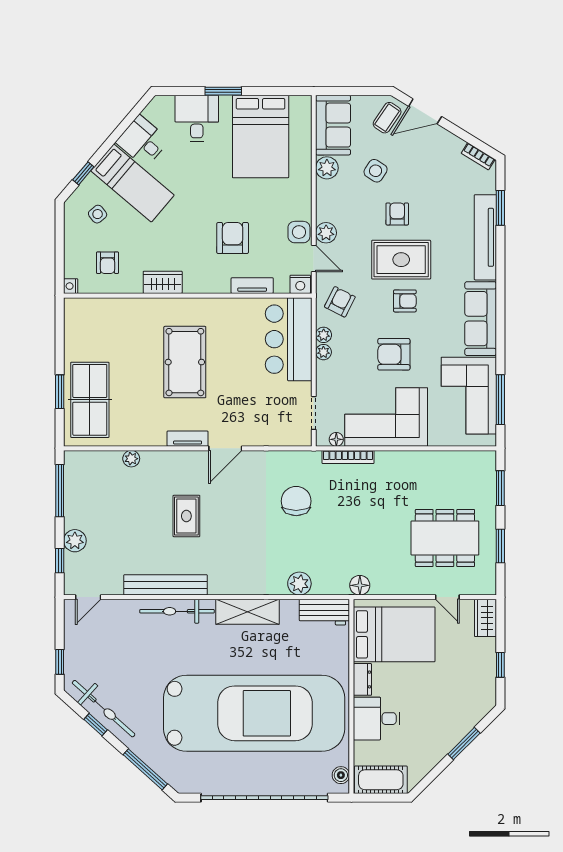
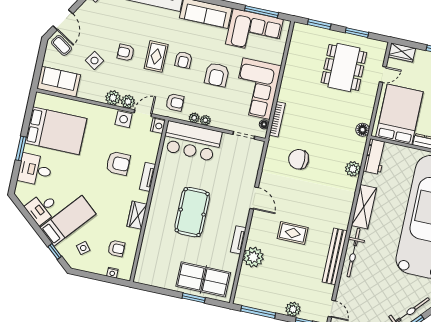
plant: (327, 168) -> (113, 98), moved
armchair: (233, 238) -> (118, 163), turned 180
rug: (401, 260) -> (156, 56), width x0.73, depth x0.70
nightstand: (71, 286) -> (112, 273), moved
tv unit: (252, 286) -> (148, 177), moved
armchair: (405, 301) -> (184, 60), turned 180
armchair: (340, 302) -> (175, 102), turned 153
pool table: (185, 362) -> (192, 212), turned 90
tv unit: (188, 439) -> (238, 240), moved
plant: (131, 459) -> (253, 257), width x1.87, depth x1.87

